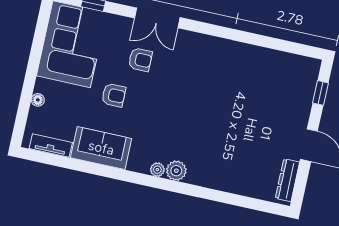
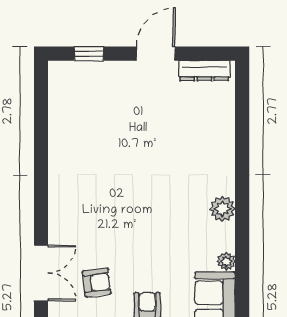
armchair: (140, 60) -> (97, 283), turned 83
plant: (157, 170) -> (226, 261), moved

